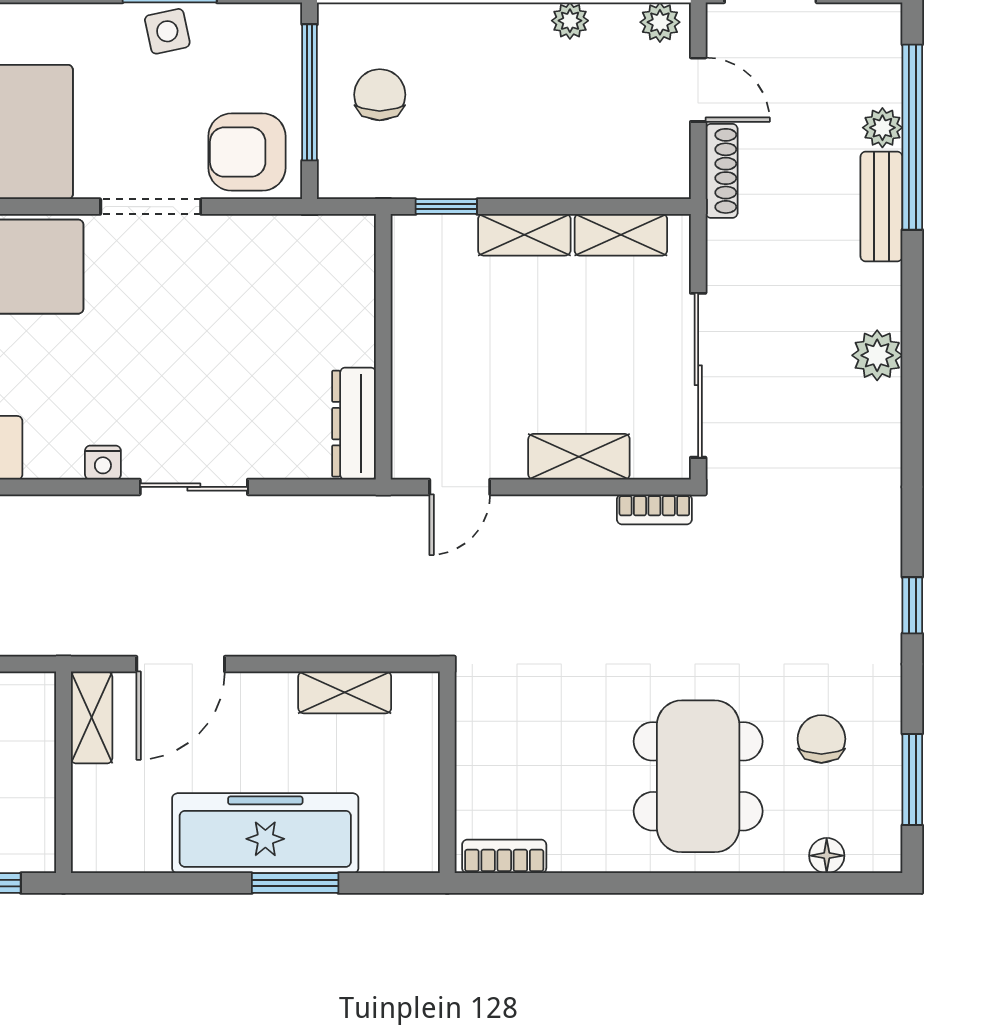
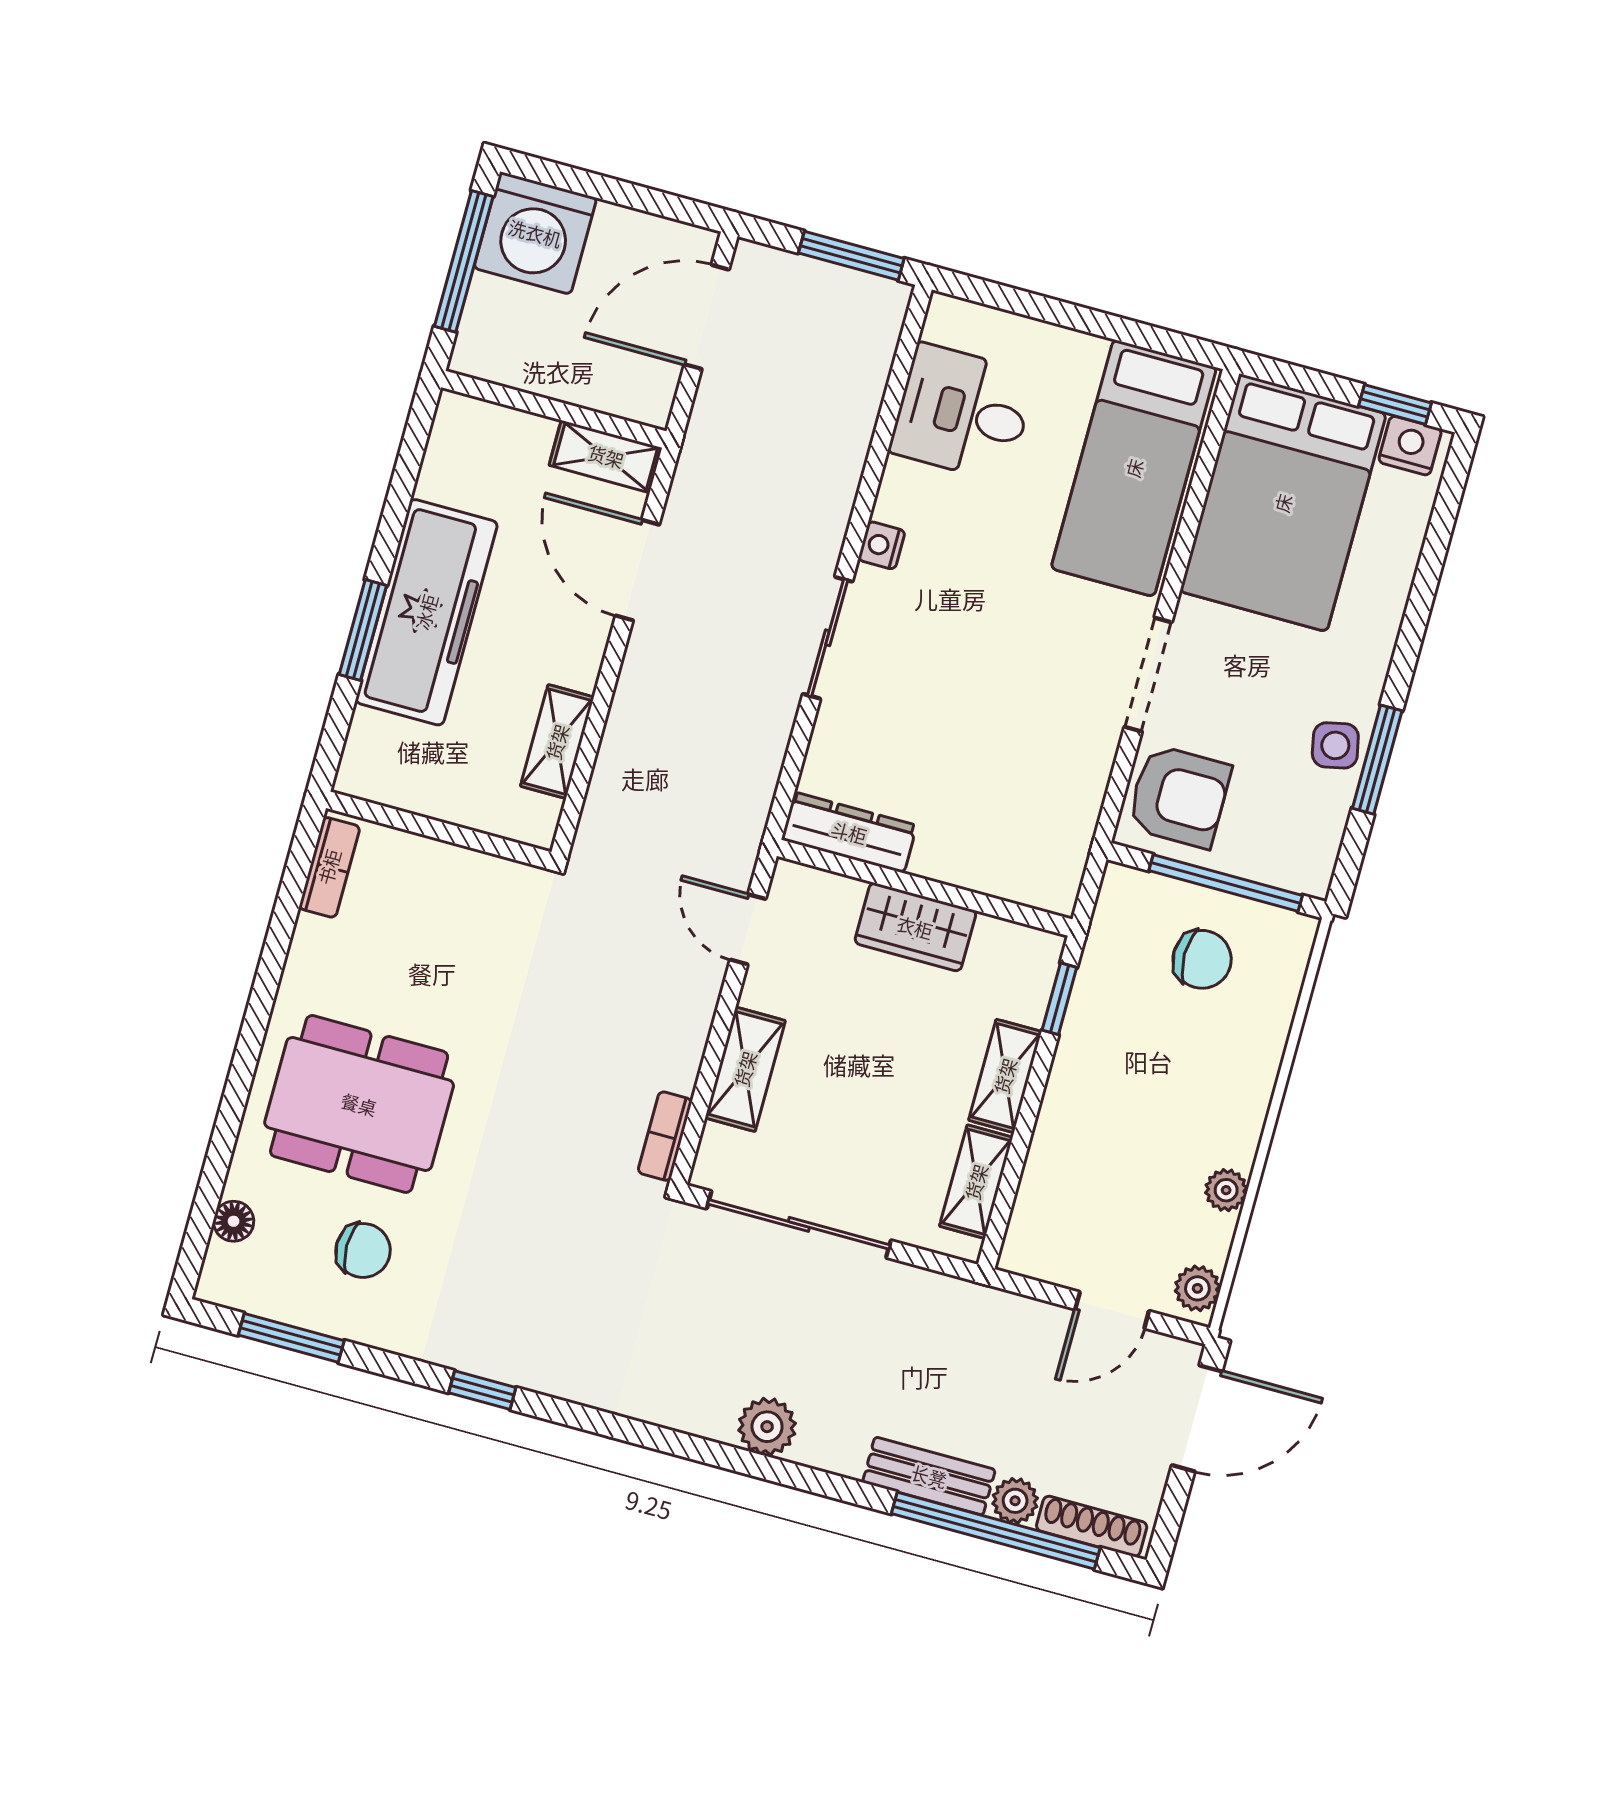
armchair: (247, 152) -> (1179, 796), turned 90
shoe rack: (722, 171) -> (1092, 1526), moved, turned 180
wardrobe: (419, 345) -> (915, 927), added

